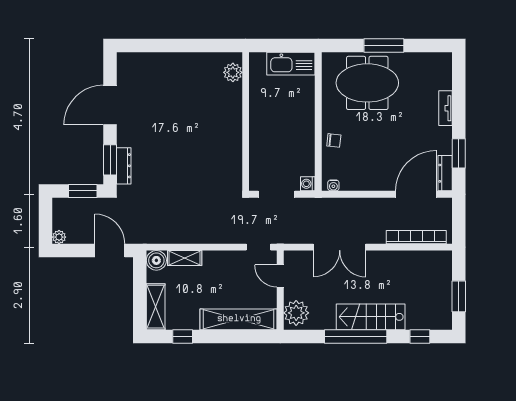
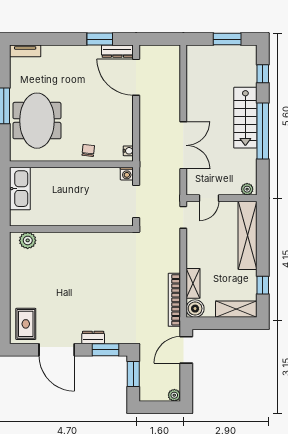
rug: (139, 70) -> (26, 324), added
tv unit: (445, 108) -> (25, 51), moved
dresser: (124, 166) -> (93, 338), moved, width x0.70
bookcase: (416, 237) -> (174, 300), moved
plant: (296, 313) -> (247, 189), width x0.53, depth x0.53

